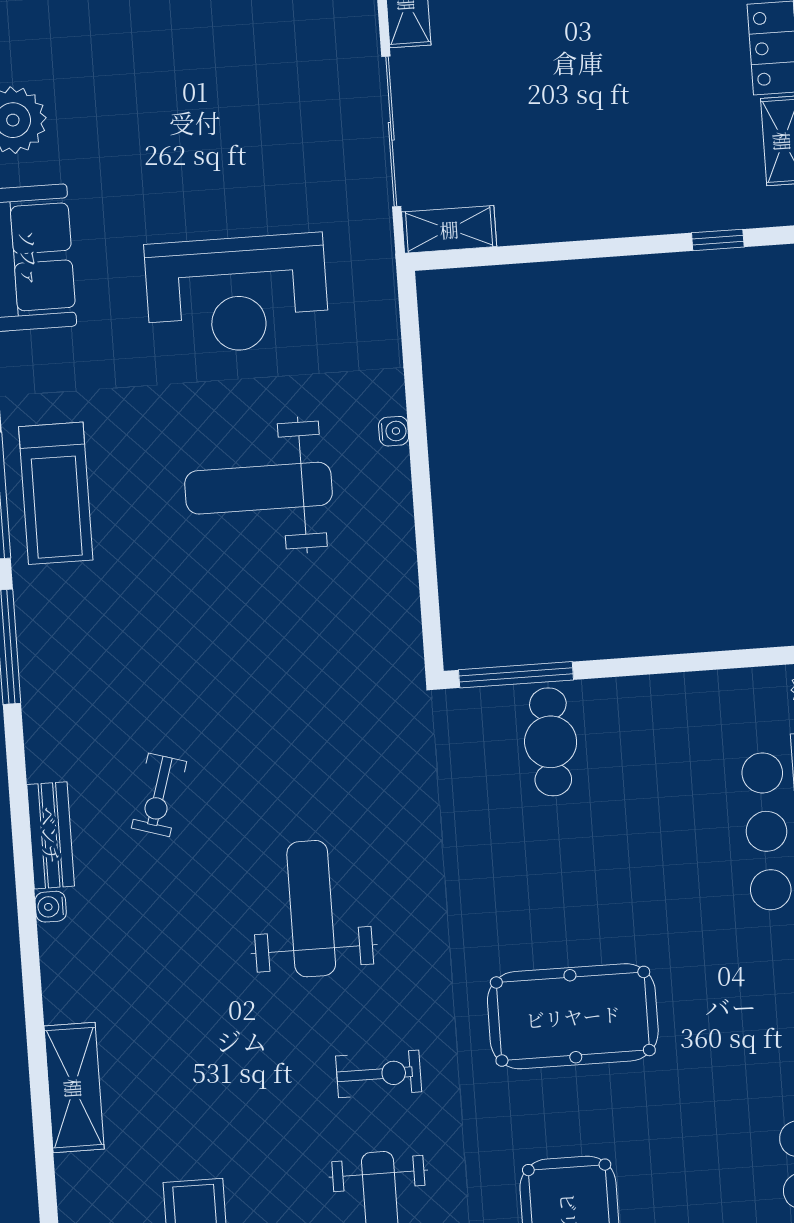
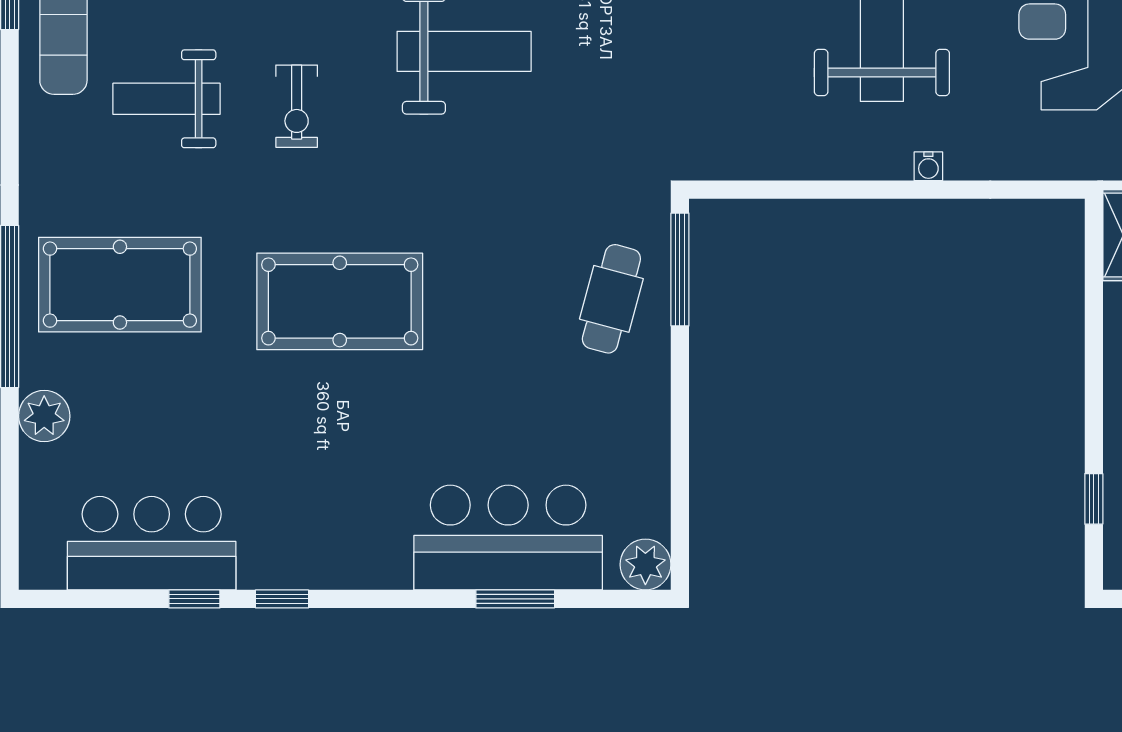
cafe table: (551, 742) -> (611, 299), turned -75
pool table: (573, 1016) -> (340, 301), turned 90

